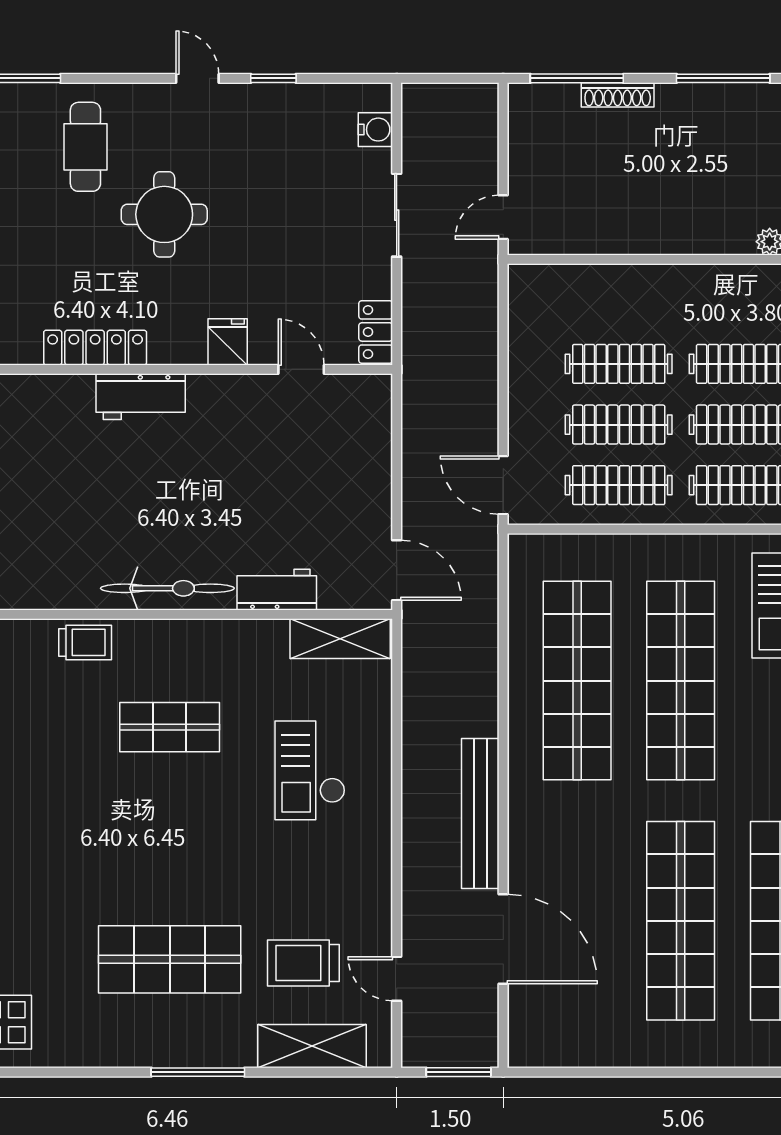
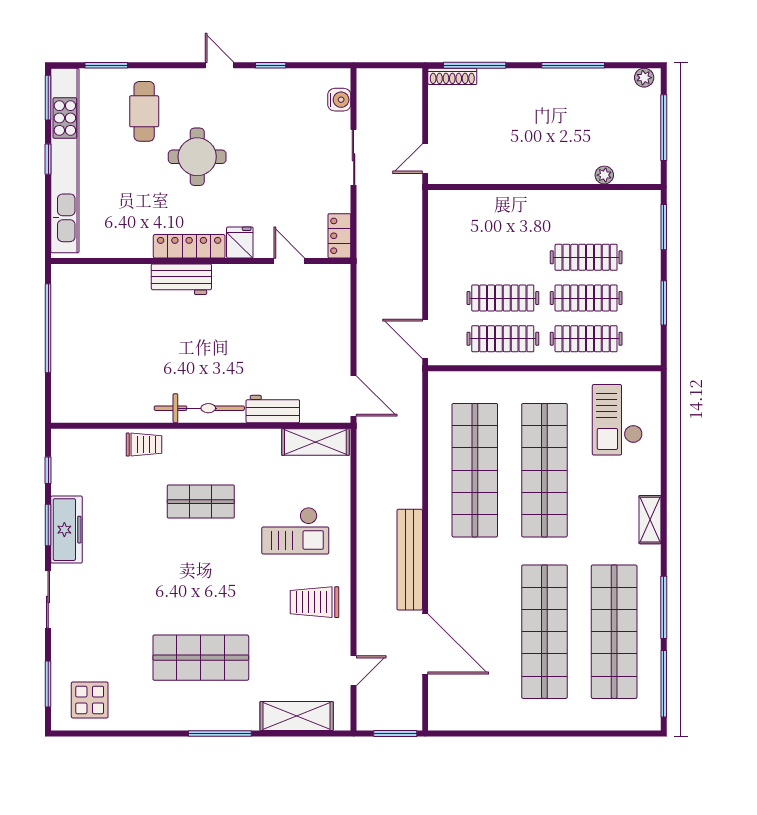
shoe rack: (618, 95) -> (452, 76), moved
locker: (95, 348) -> (189, 246), moved
clothes rail: (619, 364) -> (503, 257), removed
checkout: (310, 770) -> (295, 531), turned -90
trolley: (303, 963) -> (315, 602), moved
door: (397, 979) -> (354, 671), swing flipped

